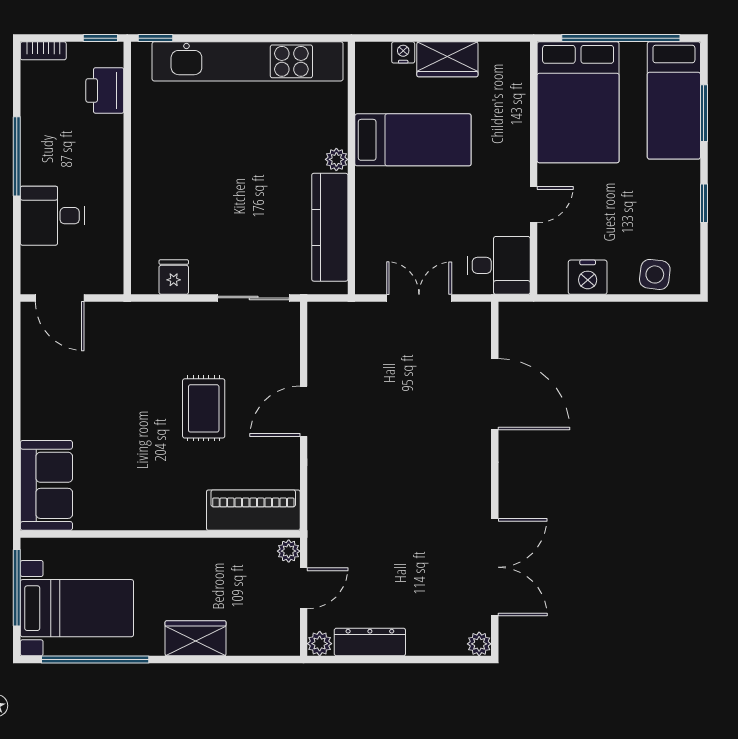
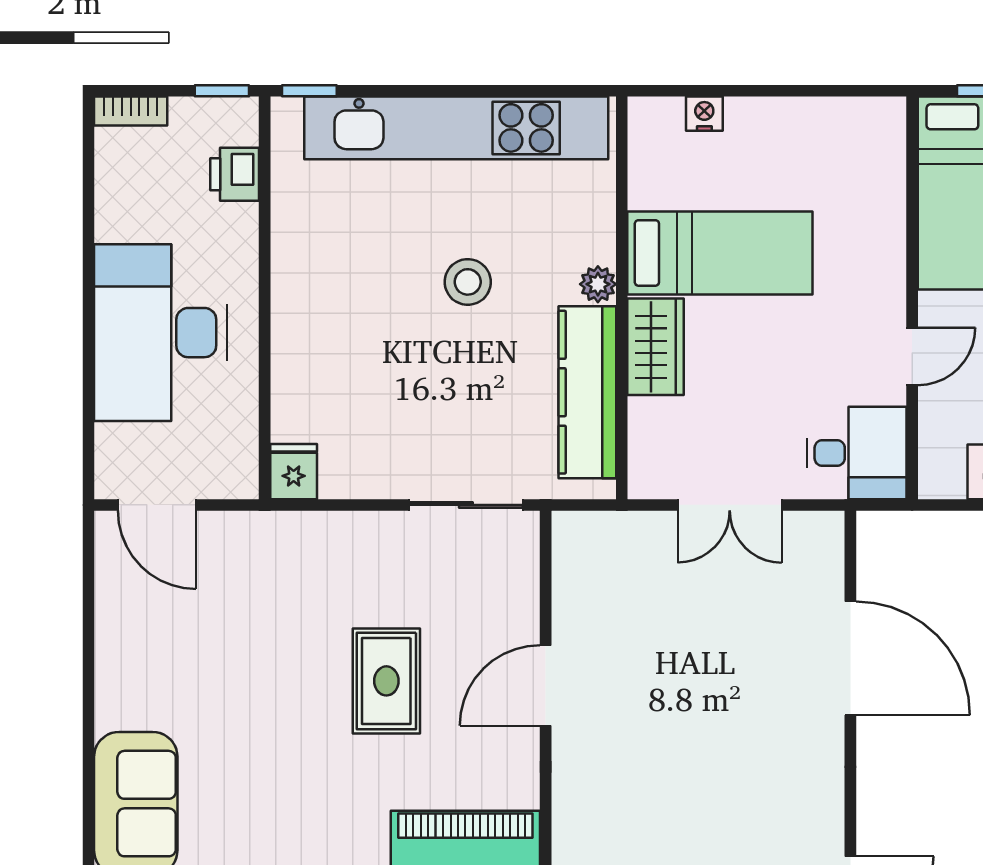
wardrobe: (447, 59) -> (656, 347), moved, turned -90
printer: (105, 90) -> (235, 174), width x0.73, depth x0.81
window: (17, 156) -> (89, 279), removed
stool: (255, 158) -> (468, 282), added
desk: (52, 216) -> (160, 333), width x1.87, depth x1.30
fridge: (174, 277) -> (294, 472), moved
double door: (419, 298) -> (730, 505), swing flipped

